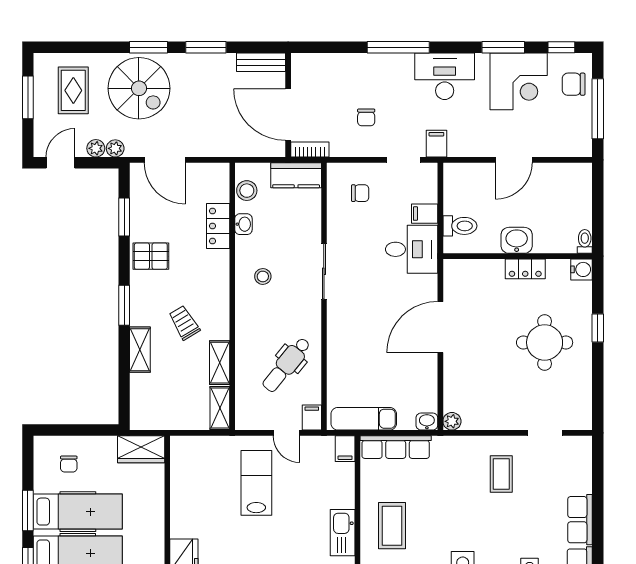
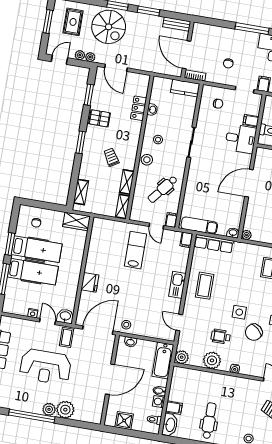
stool: (247, 191) -> (147, 160), moved
shelving: (140, 350) -> (81, 192), moved

